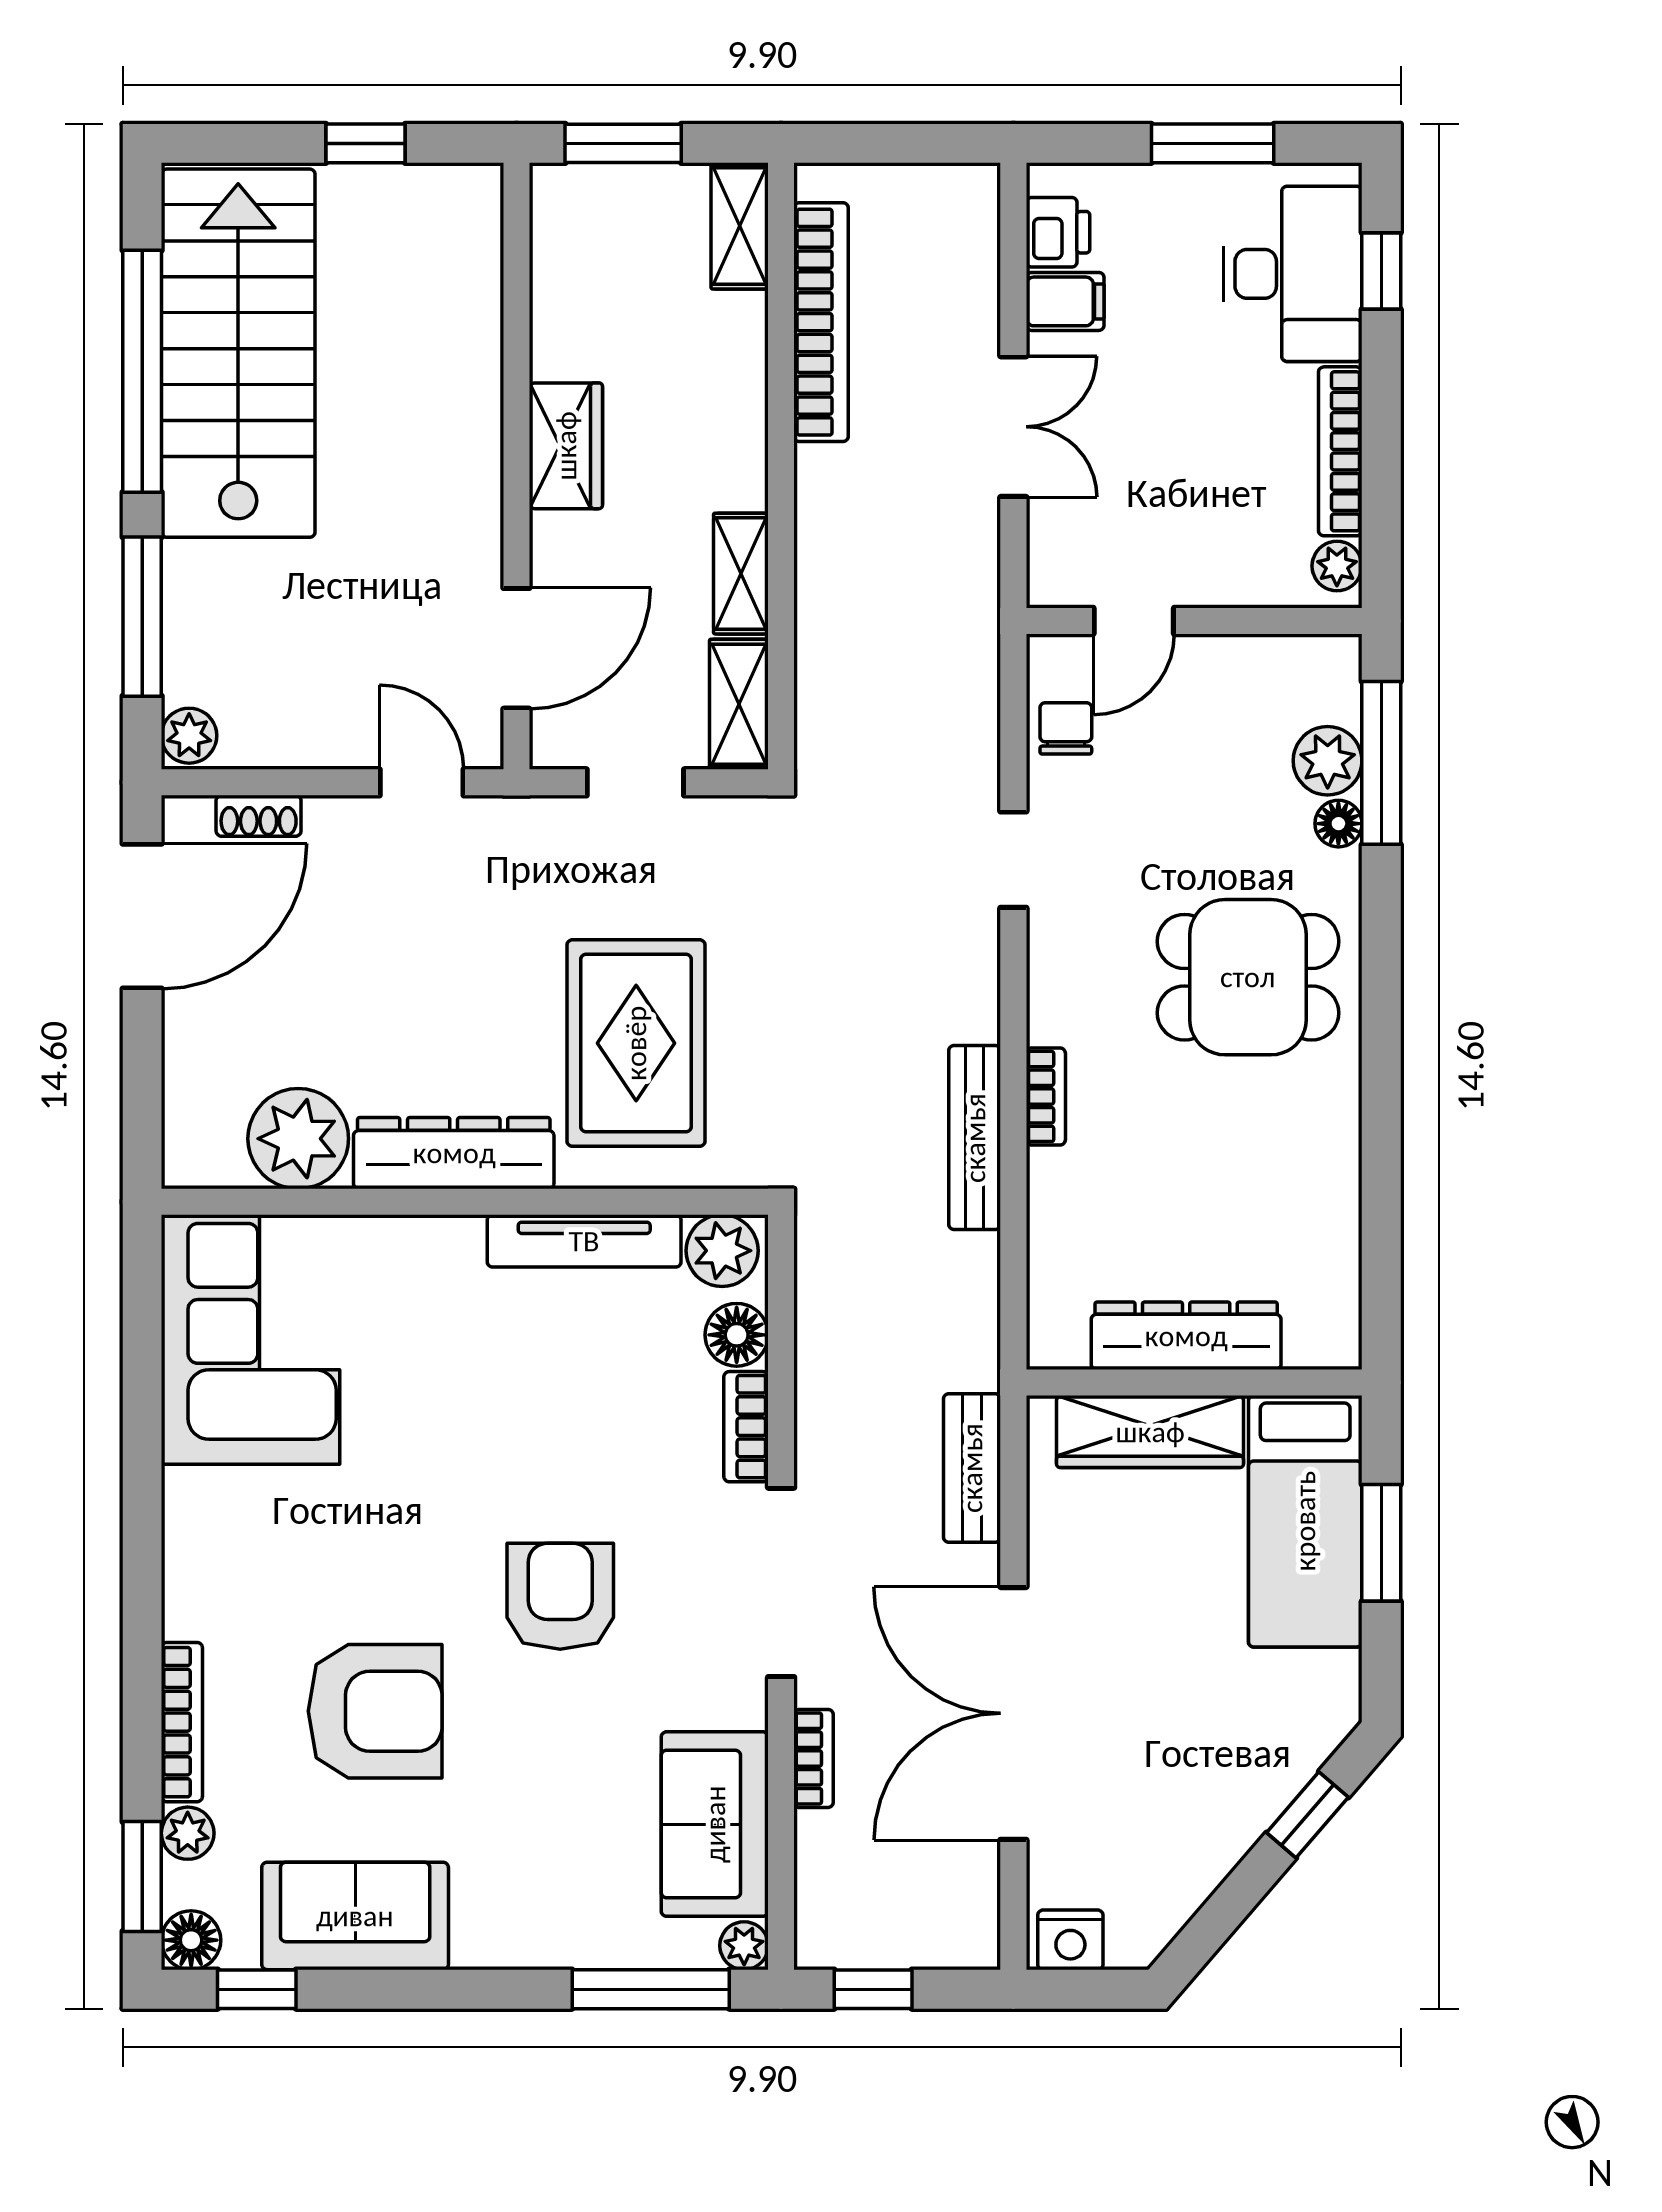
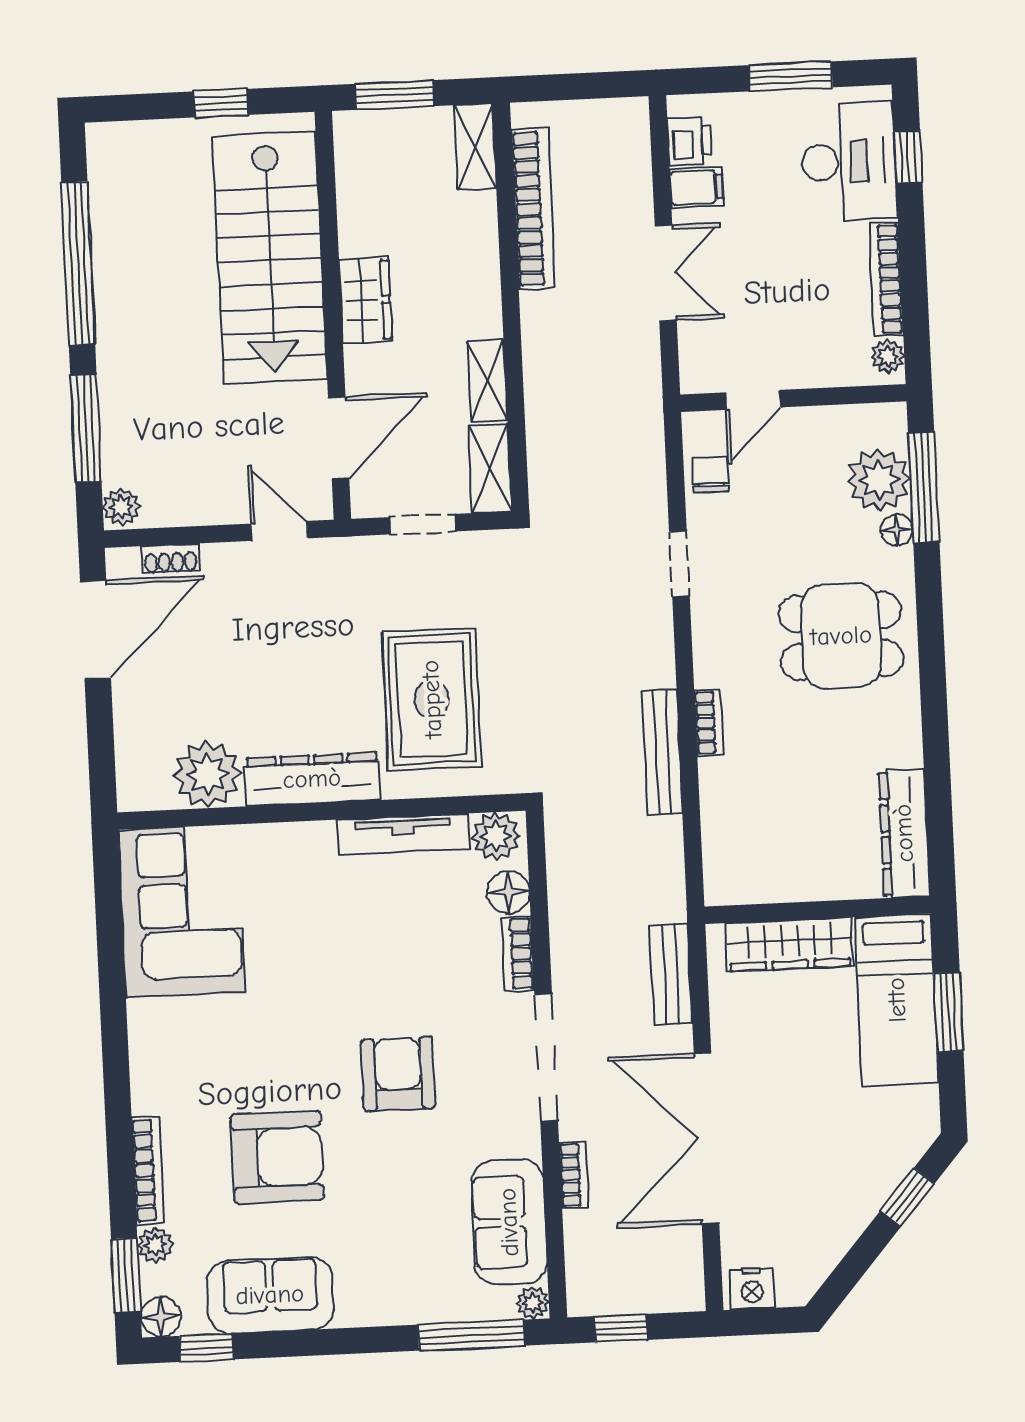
stairs: (238, 353) -> (270, 257), moved, turned 180
plant: (1328, 761) -> (879, 480), width x1.36, depth x1.36
dresser: (1186, 1336) -> (904, 833), moved, turned -90

